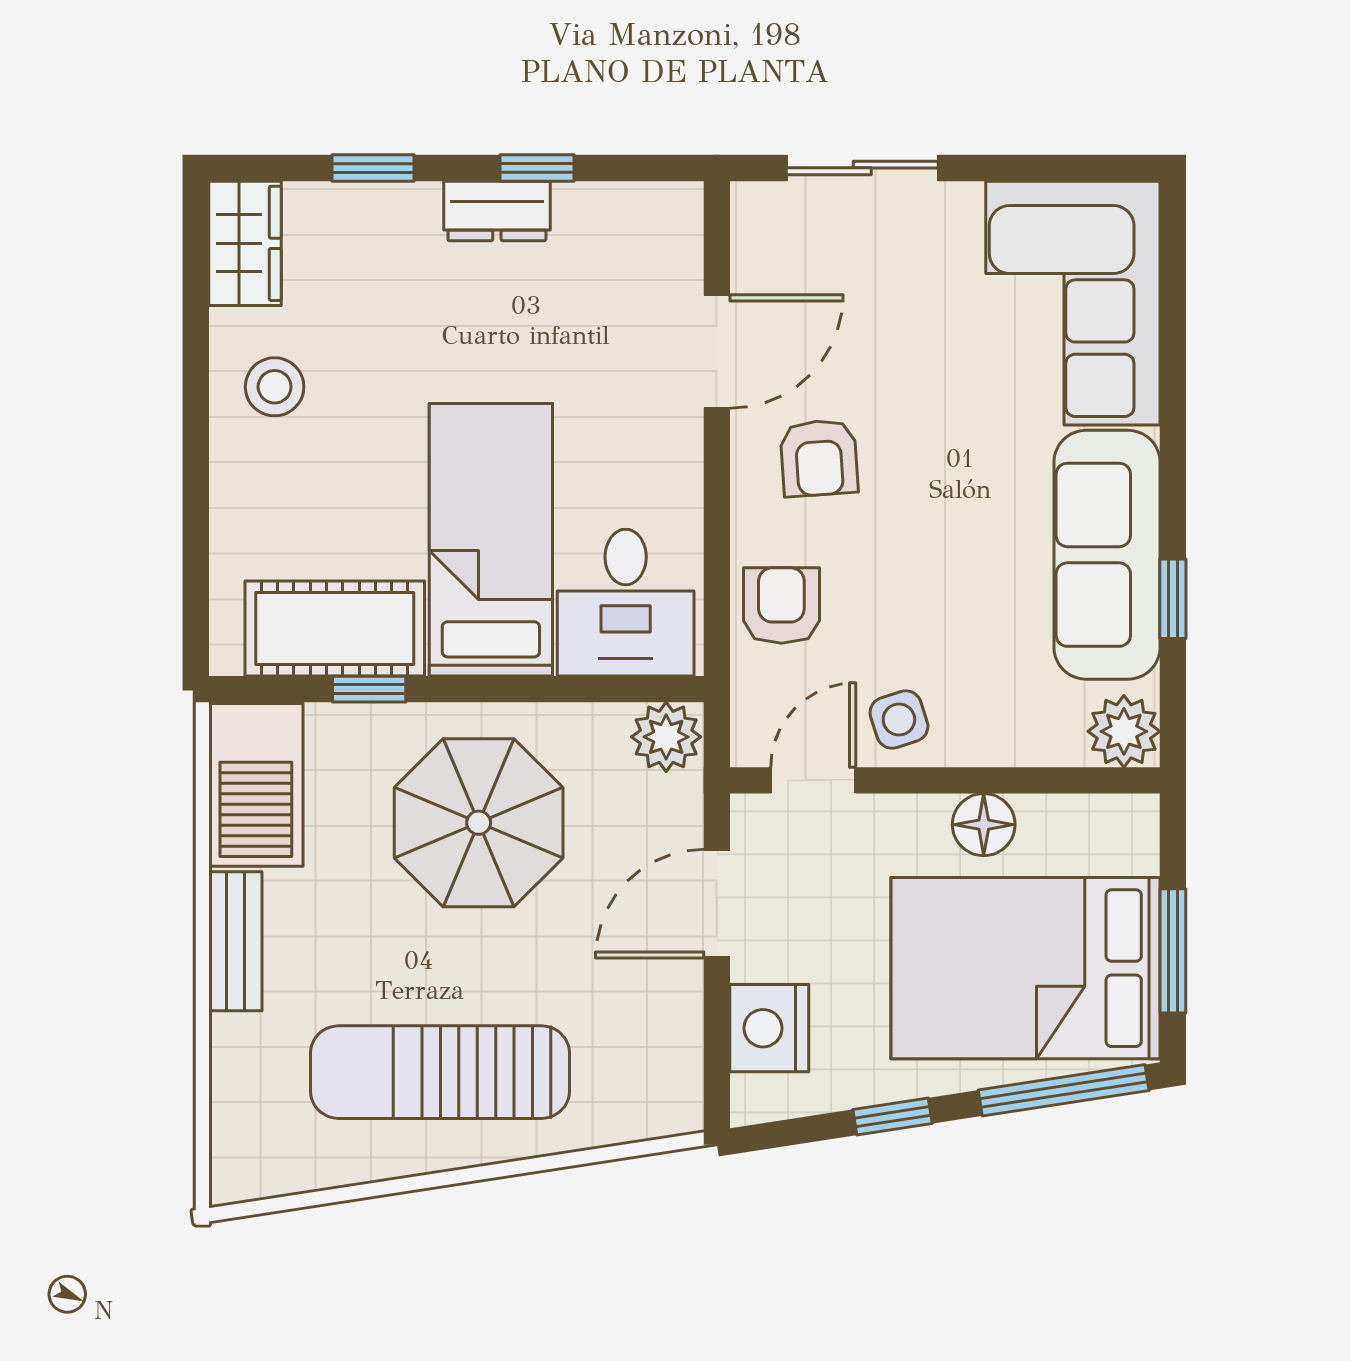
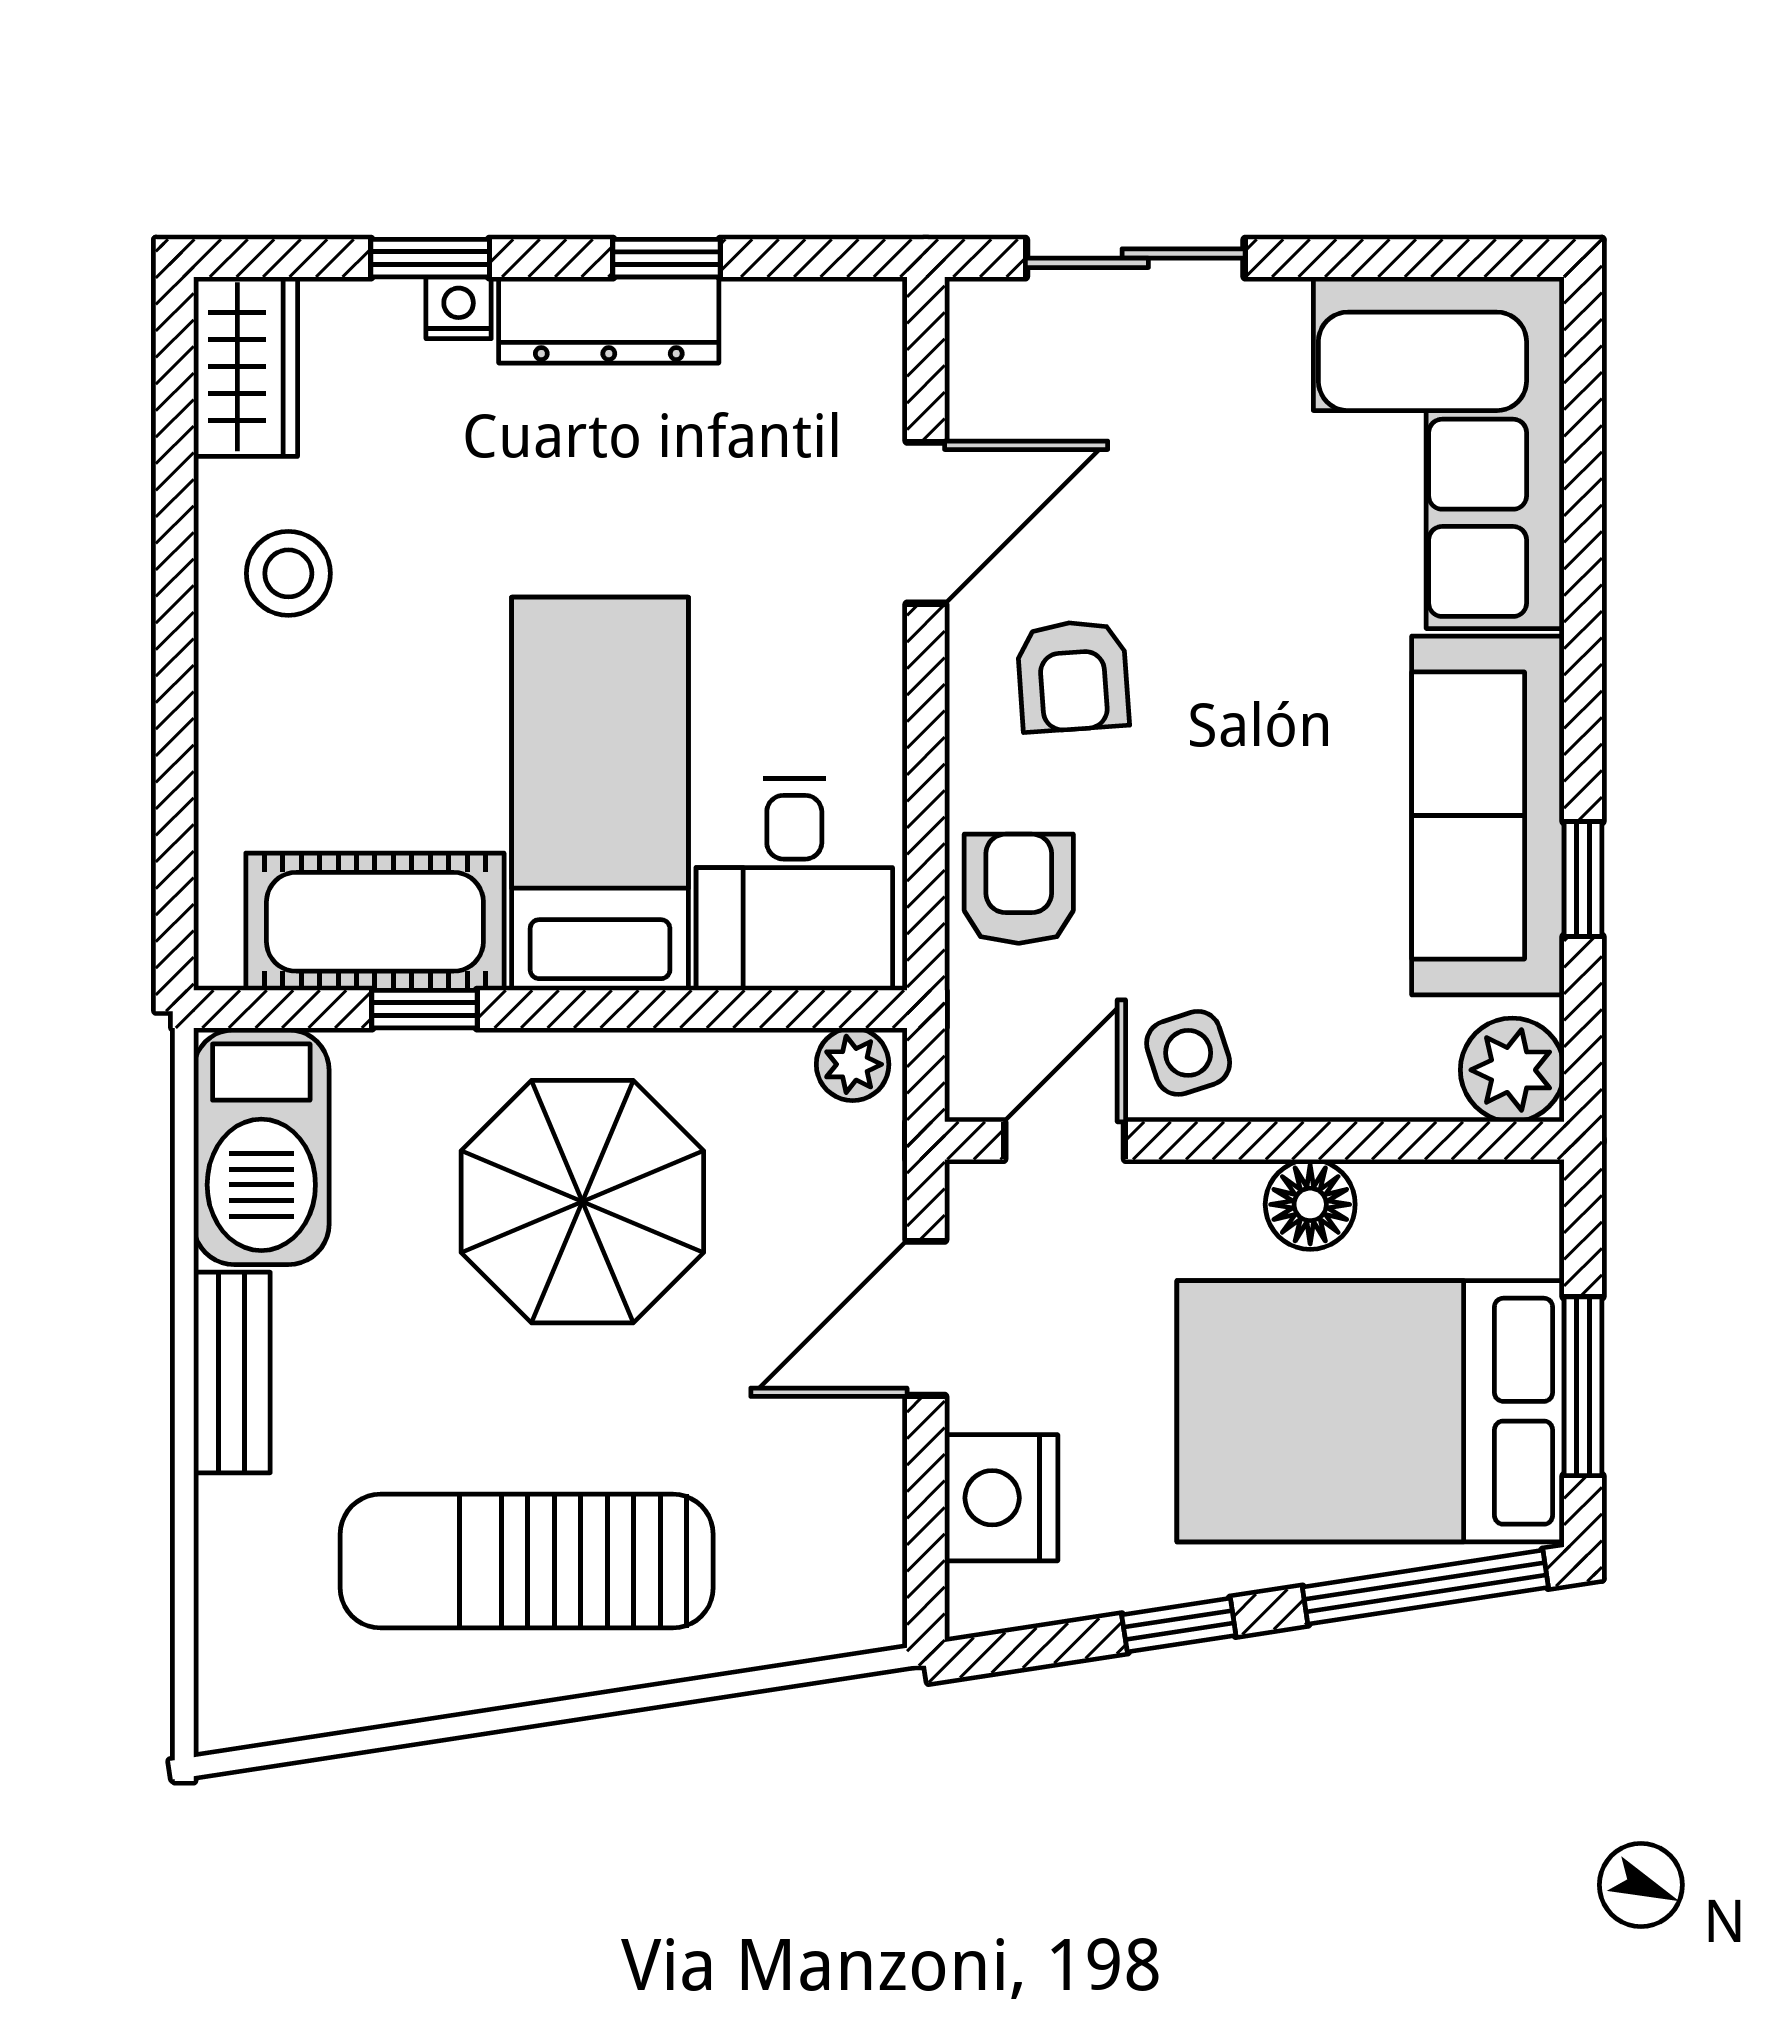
nightstand: (393, 202) -> (459, 308), added
dresser: (497, 211) -> (609, 320), width x1.44
plant: (666, 737) -> (853, 1064), width x0.73, depth x0.73

